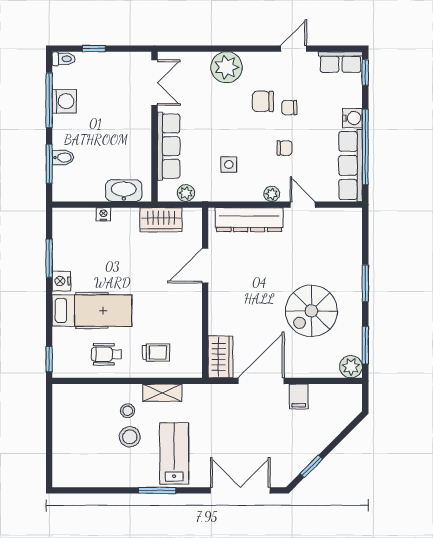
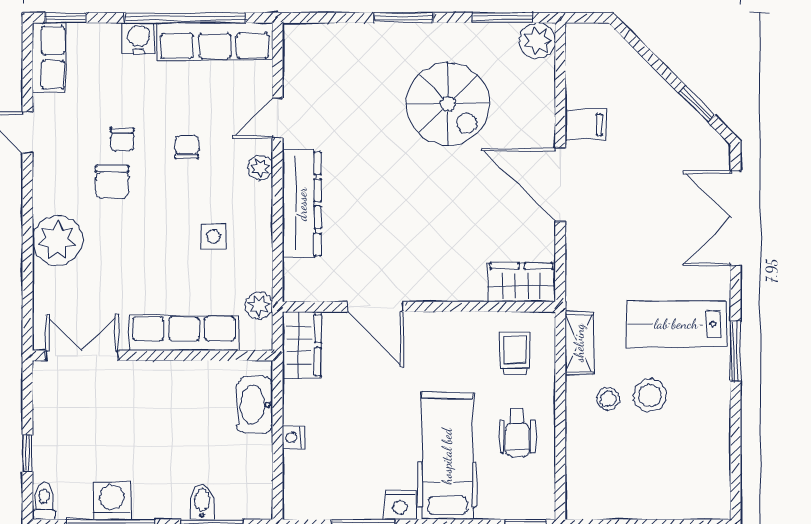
door: (205, 266) -> (375, 307), moved
wall: (205, 293) -> (419, 307), moved
wardrobe: (220, 357) -> (521, 282), moved

